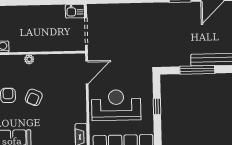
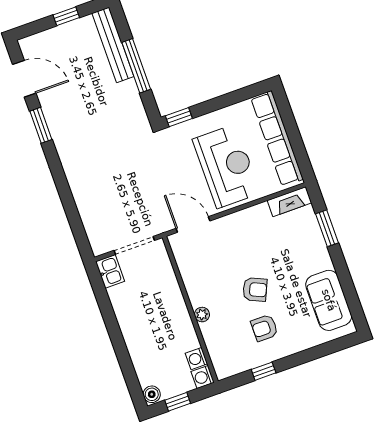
reception desk: (116, 105) -> (226, 166), turned 180
window: (157, 106) -> (179, 117), moved

